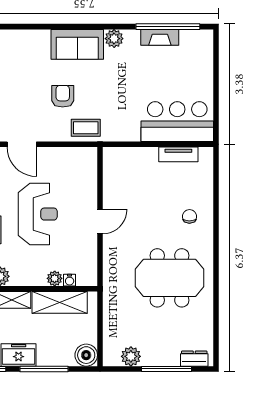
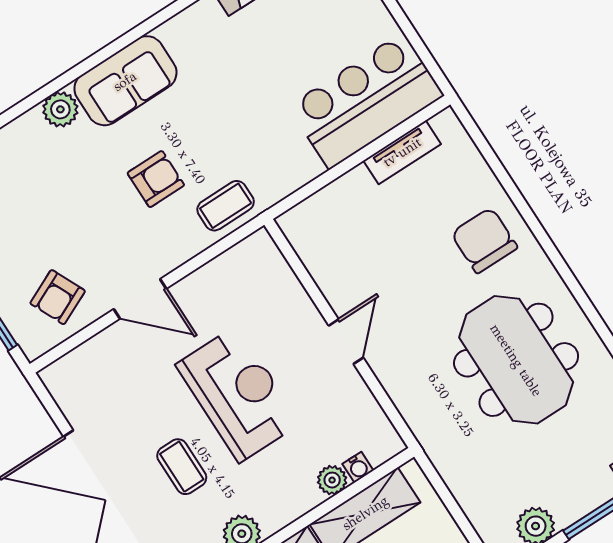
plant: (114, 39) -> (60, 109), moved
armchair: (63, 96) -> (156, 179), turned 90
chair: (189, 216) -> (484, 240), width x1.87, depth x1.87
meeting table: (170, 278) -> (516, 360), turned 90

